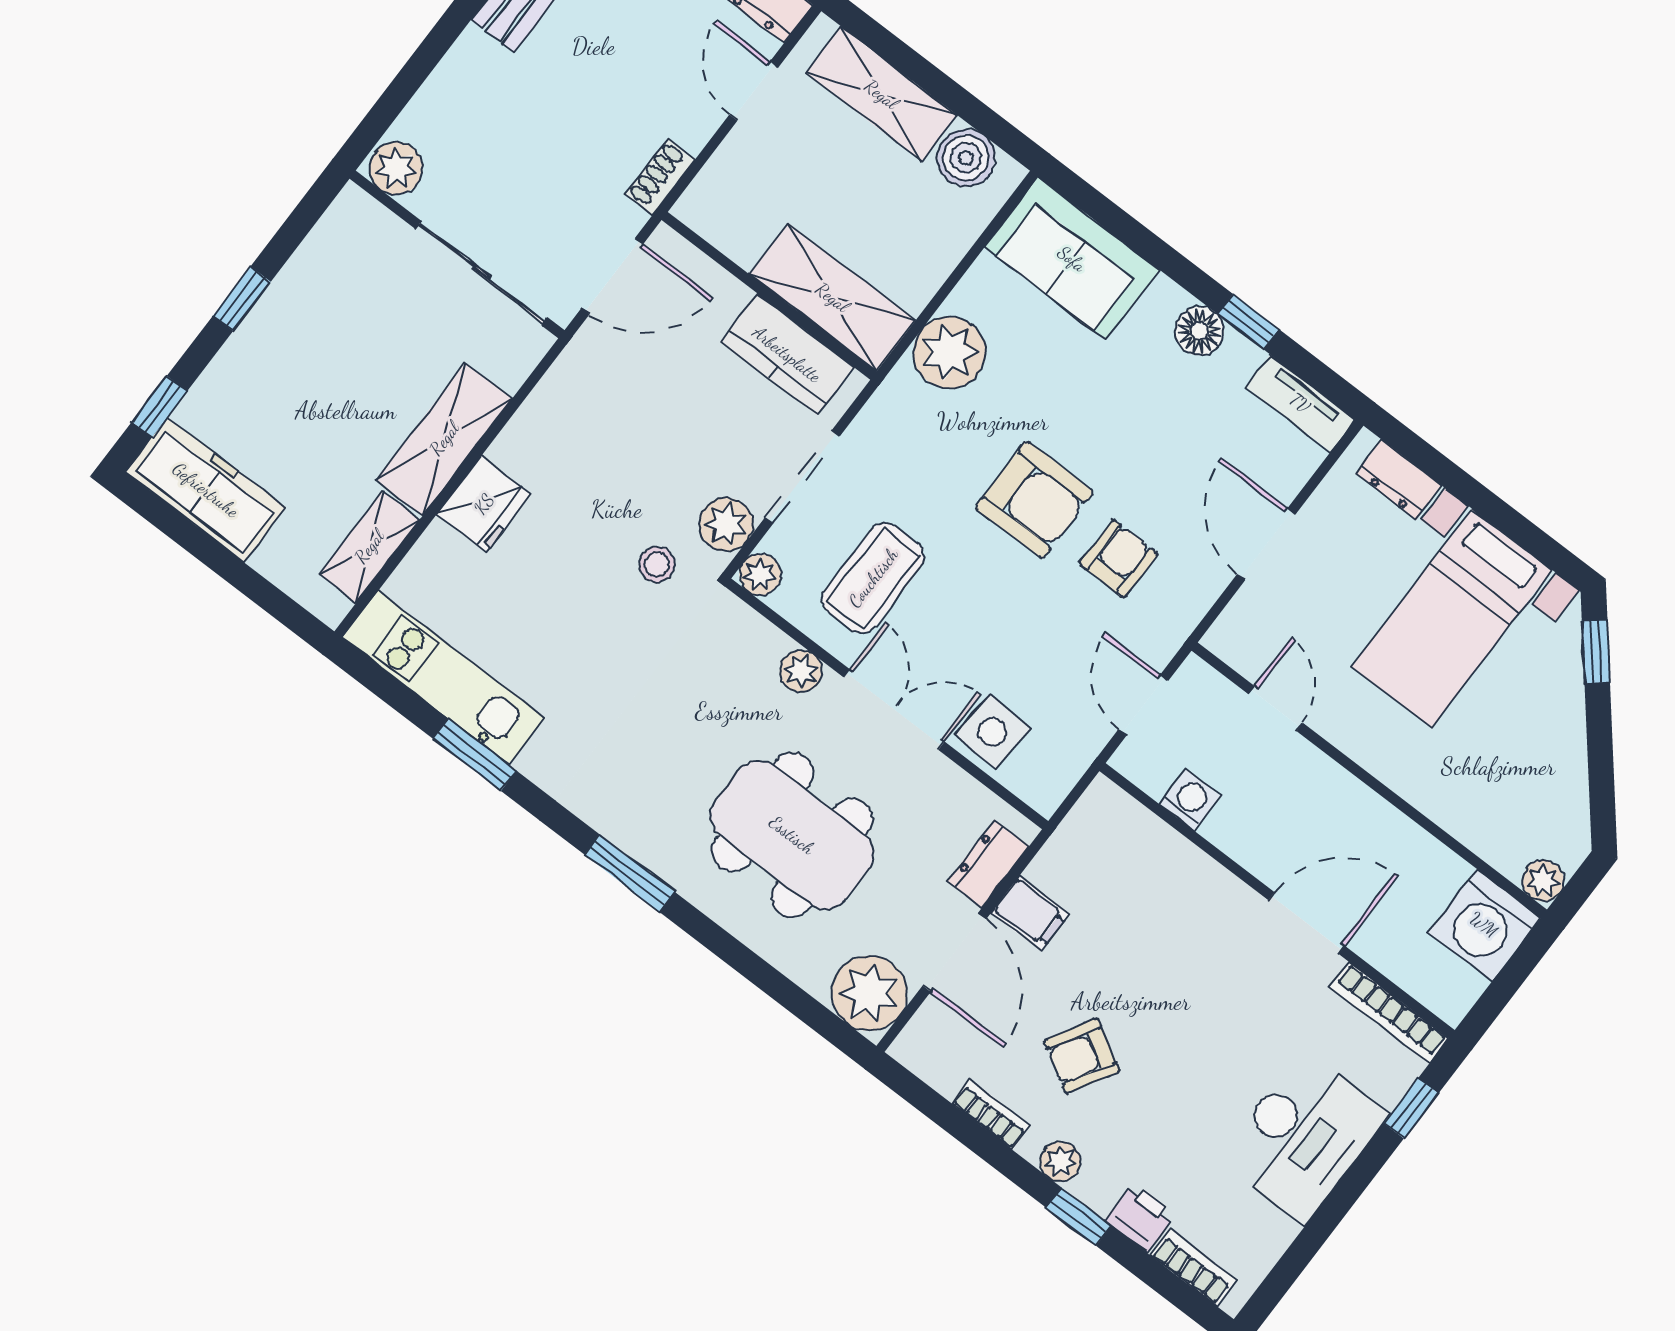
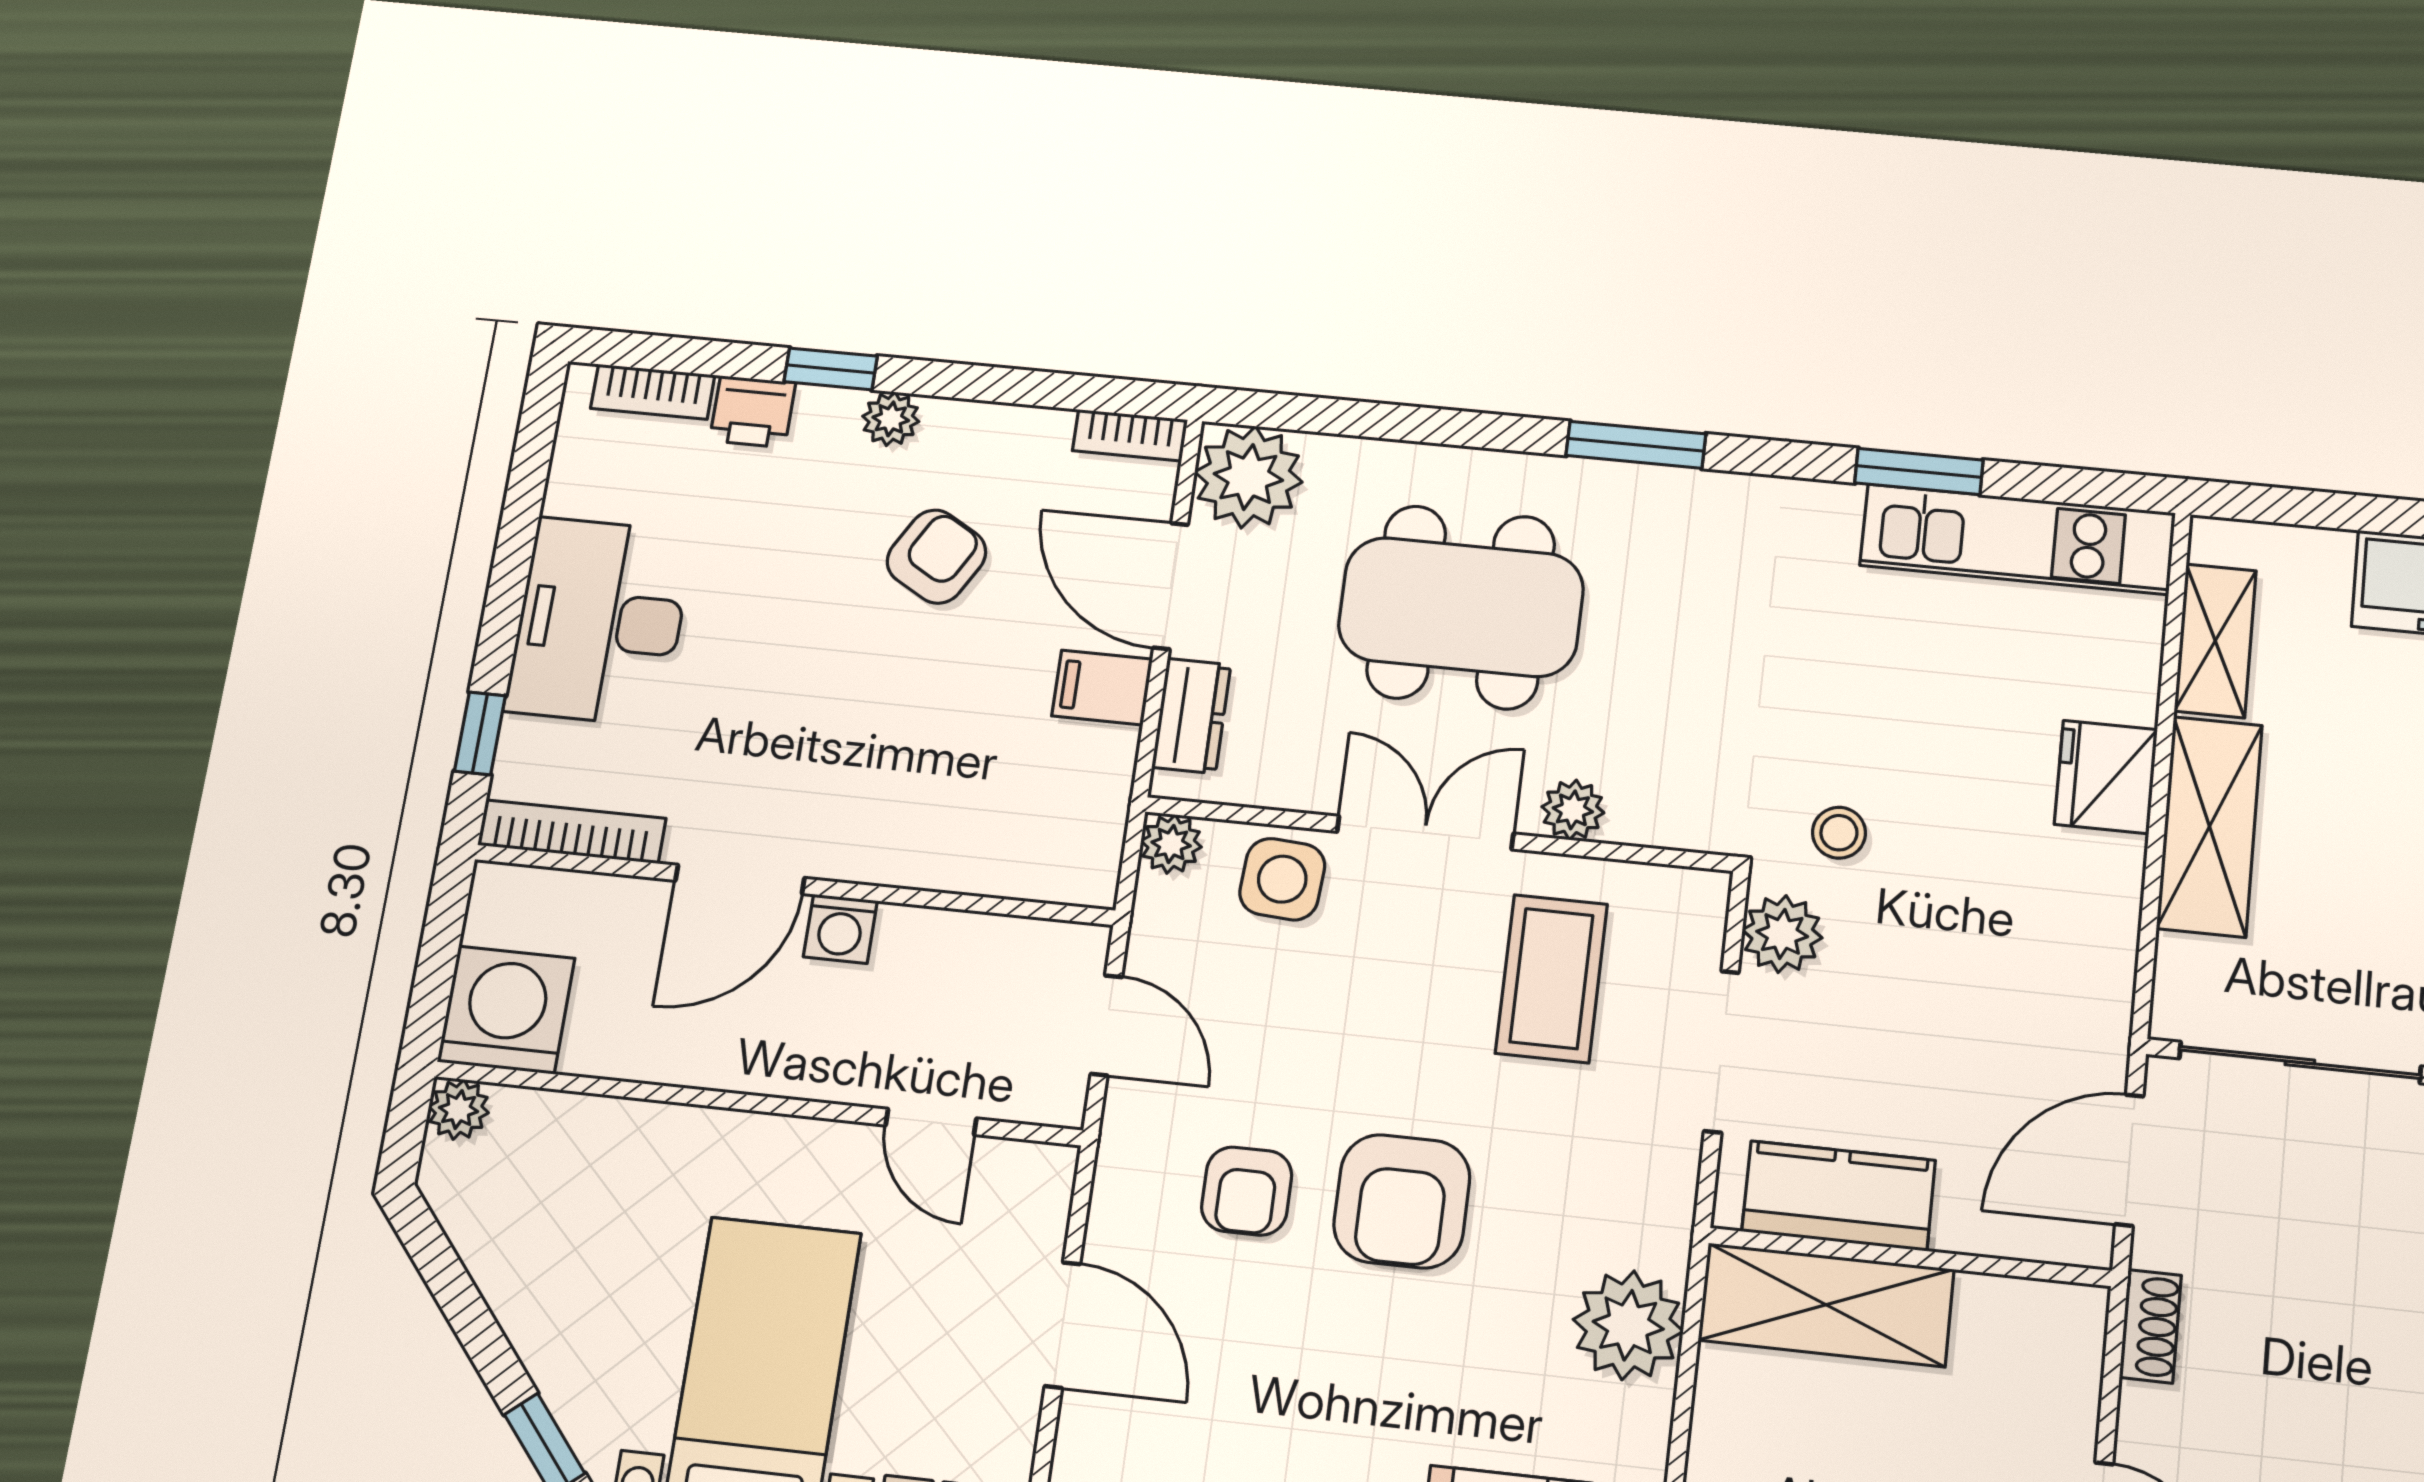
armchair: (1034, 500) -> (1402, 1201), turned -90
plant: (760, 575) -> (1171, 844), moved
double door: (894, 709) -> (1425, 833), swing flipped
washing machine: (1190, 800) -> (840, 929), moved
bookcase: (991, 1115) -> (1130, 435), moved

